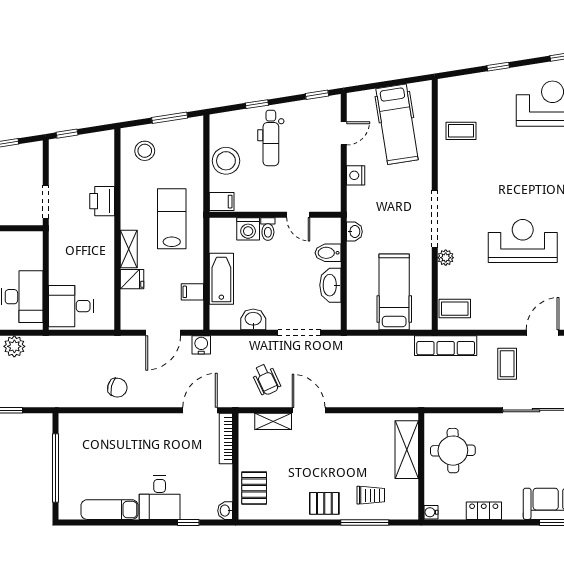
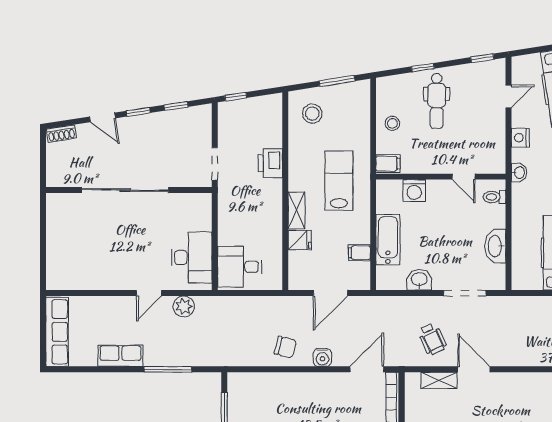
stool: (226, 161) -> (392, 123), width x0.53, depth x0.53
toilet: (268, 229) -> (494, 197), moved, turned 90
washbasin: (354, 232) -> (519, 173), moved
bidet: (328, 253) -> (493, 214), removed
water cooler: (201, 345) -> (322, 357), moved, turned 180

